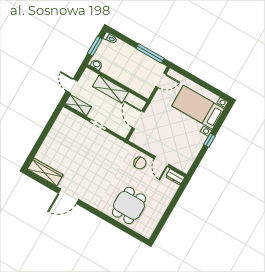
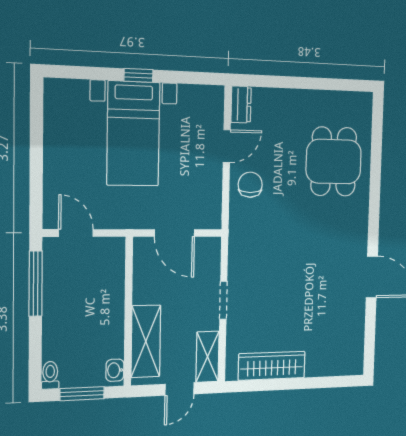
shelving: (110, 89) -> (146, 341), moved
bed with nightstands: (198, 107) -> (133, 134), moved
door: (138, 120) -> (175, 233), hinge flipped
wardrobe: (45, 172) -> (272, 366), moved, turned 90
dining table: (129, 205) -> (334, 162), turned 90

